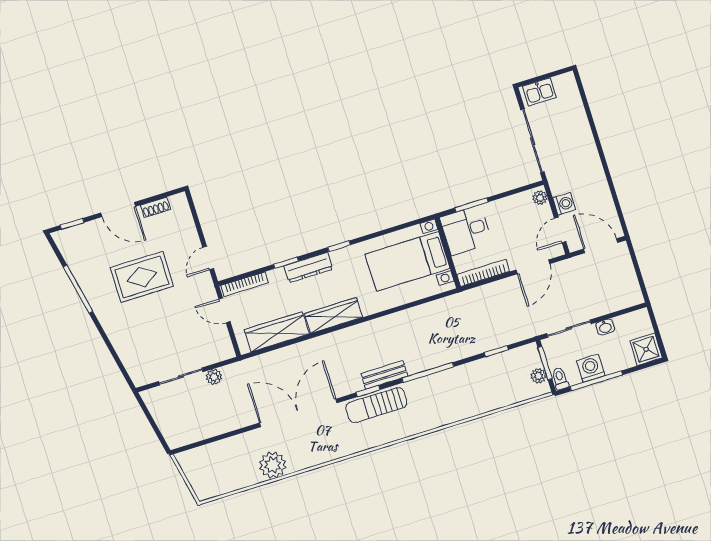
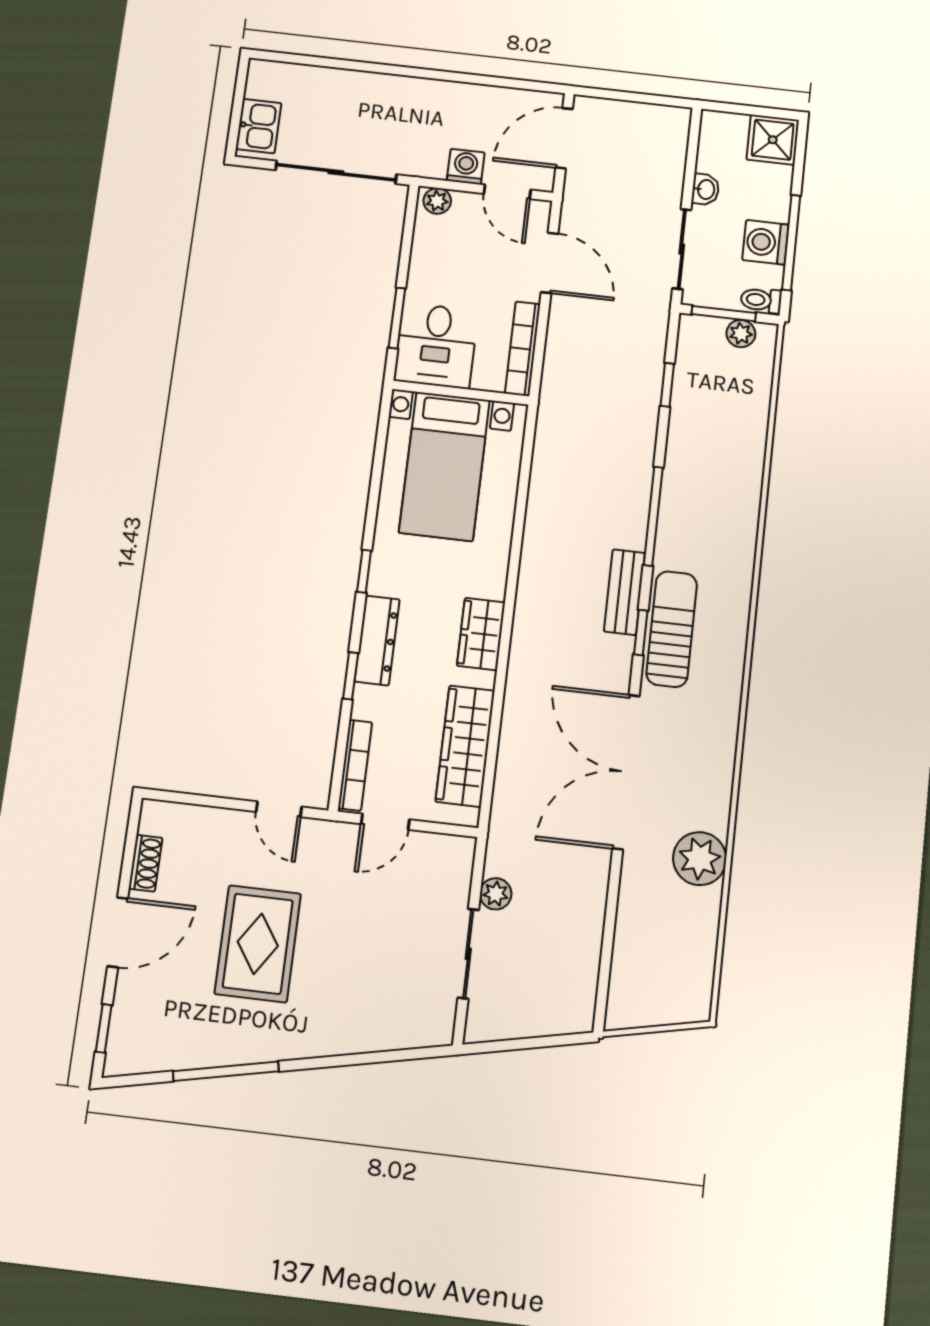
wardrobe: (334, 315) -> (481, 634), width x0.67
sun lounger: (376, 405) -> (672, 629), turned 180

